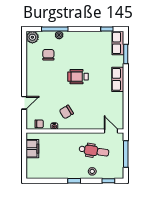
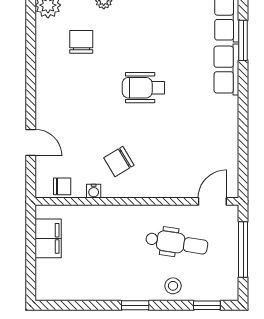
row of seats: (118, 79) -> (226, 70), moved
door: (24, 103) -> (31, 143), hinge flipped
door: (111, 131) -> (212, 201), hinge flipped

